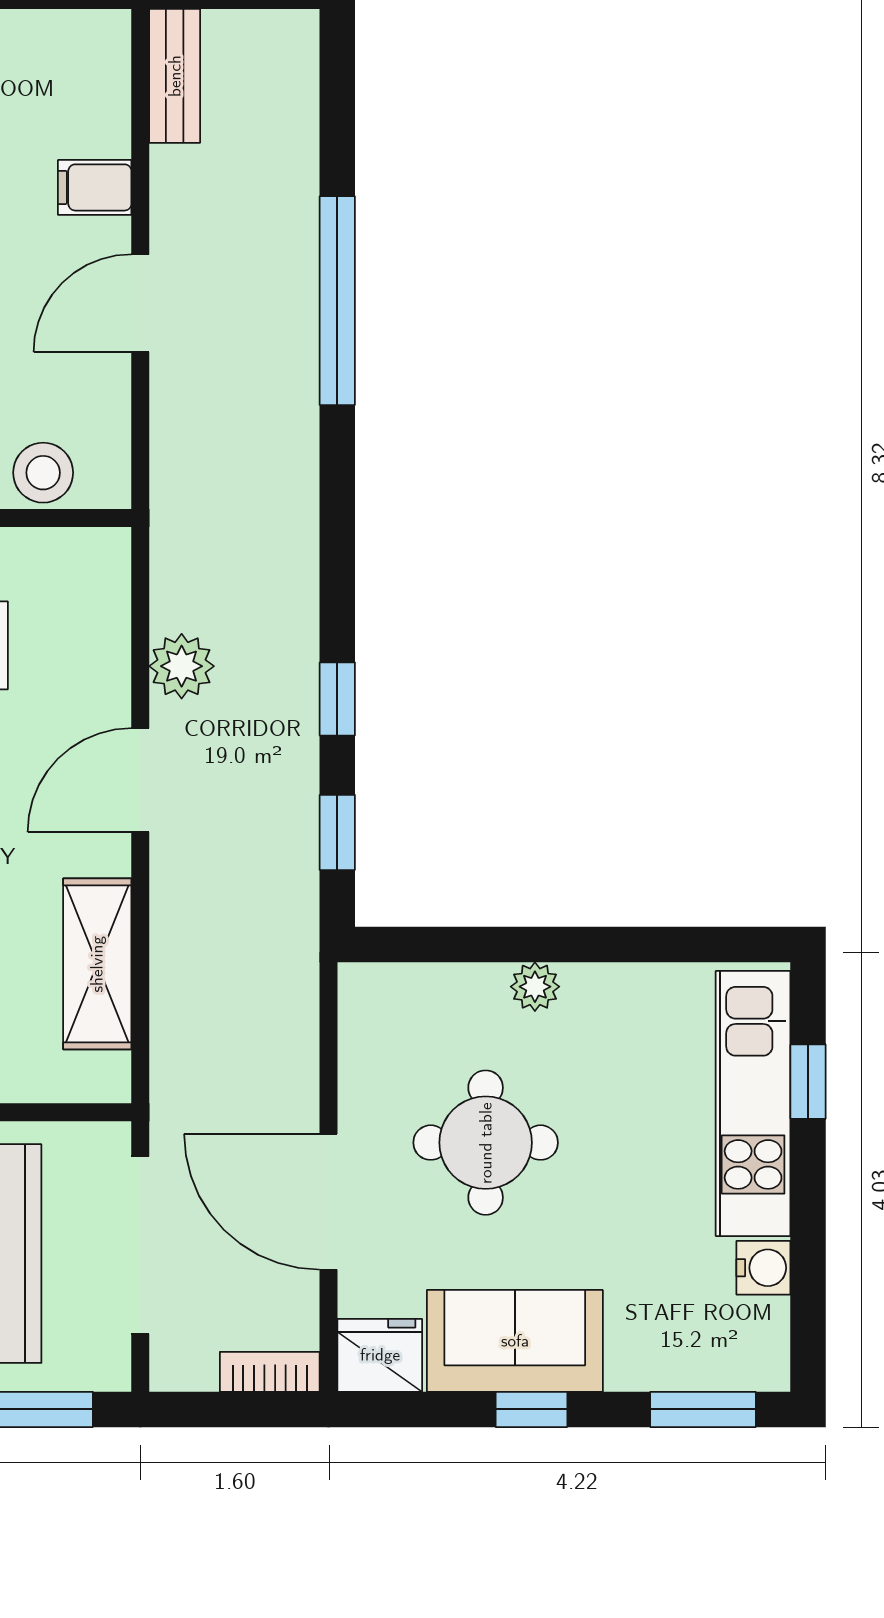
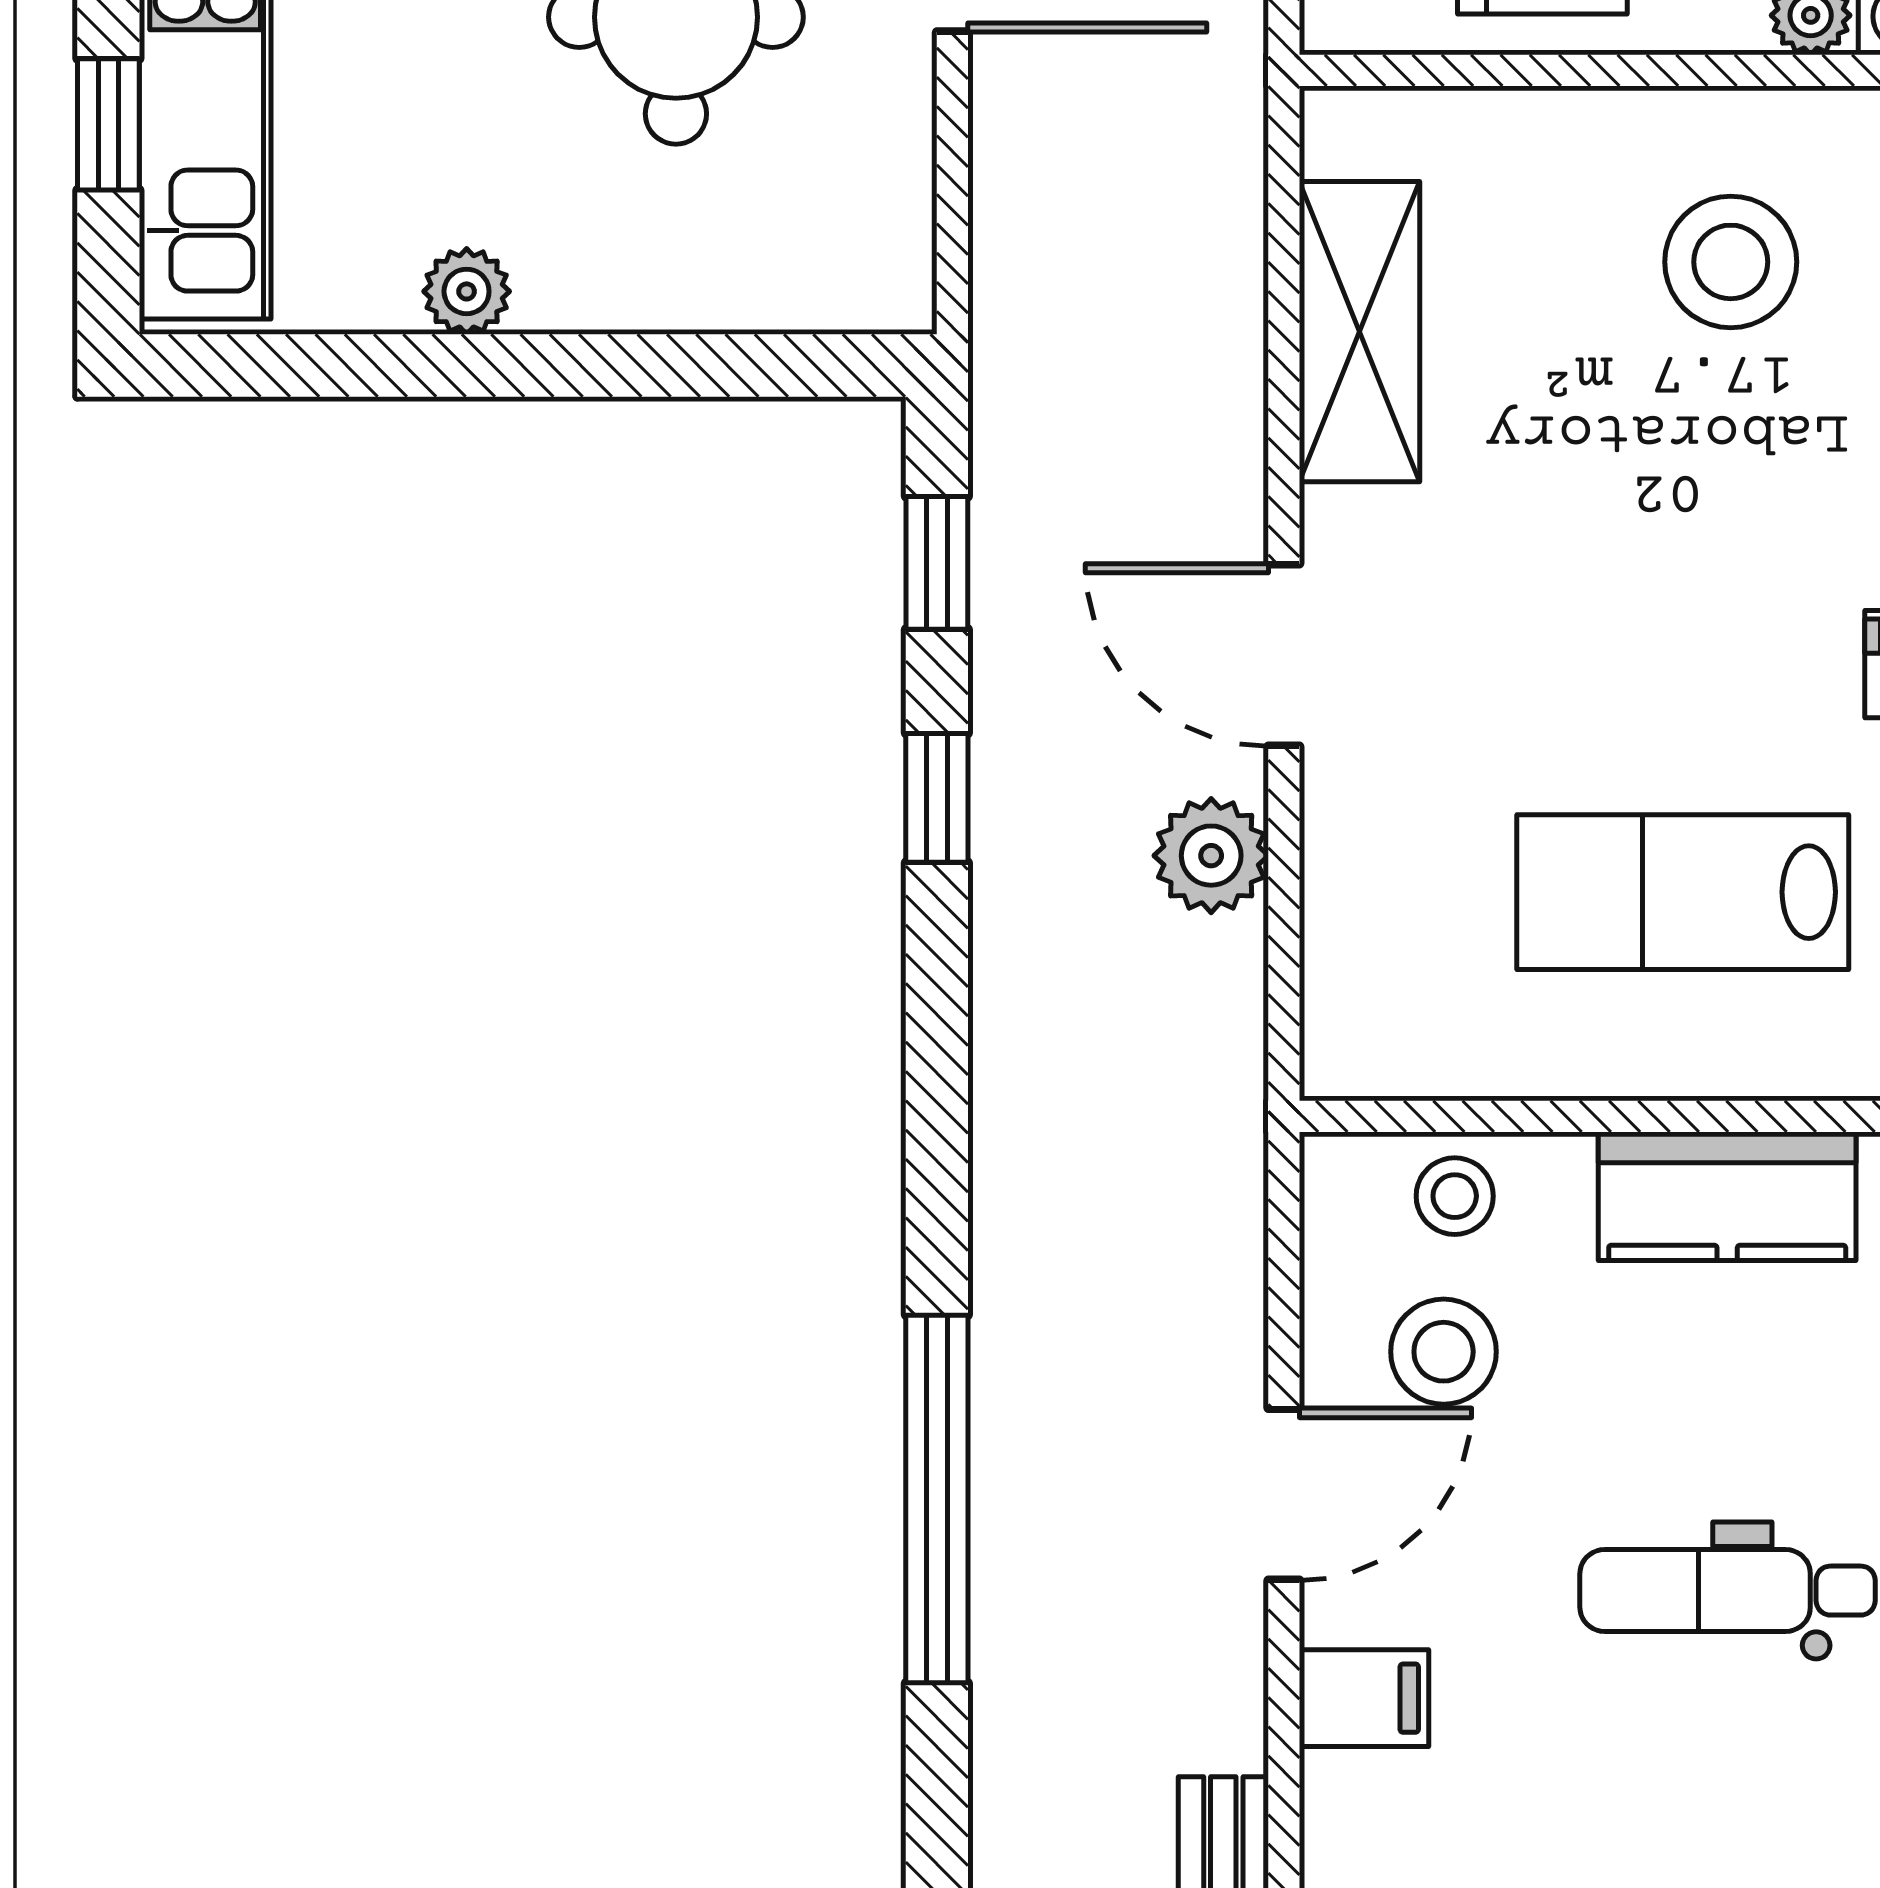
stool: (49, 384) -> (1444, 1352), added
stool: (43, 473) -> (1455, 1196), width x0.73, depth x0.73
door: (140, 780) -> (1284, 655), swing flipped
plant: (535, 987) -> (467, 291), moved

